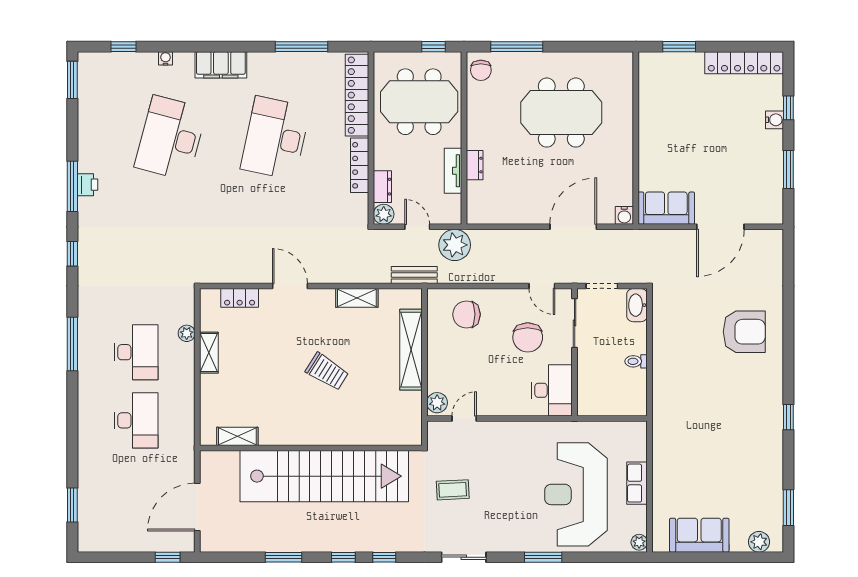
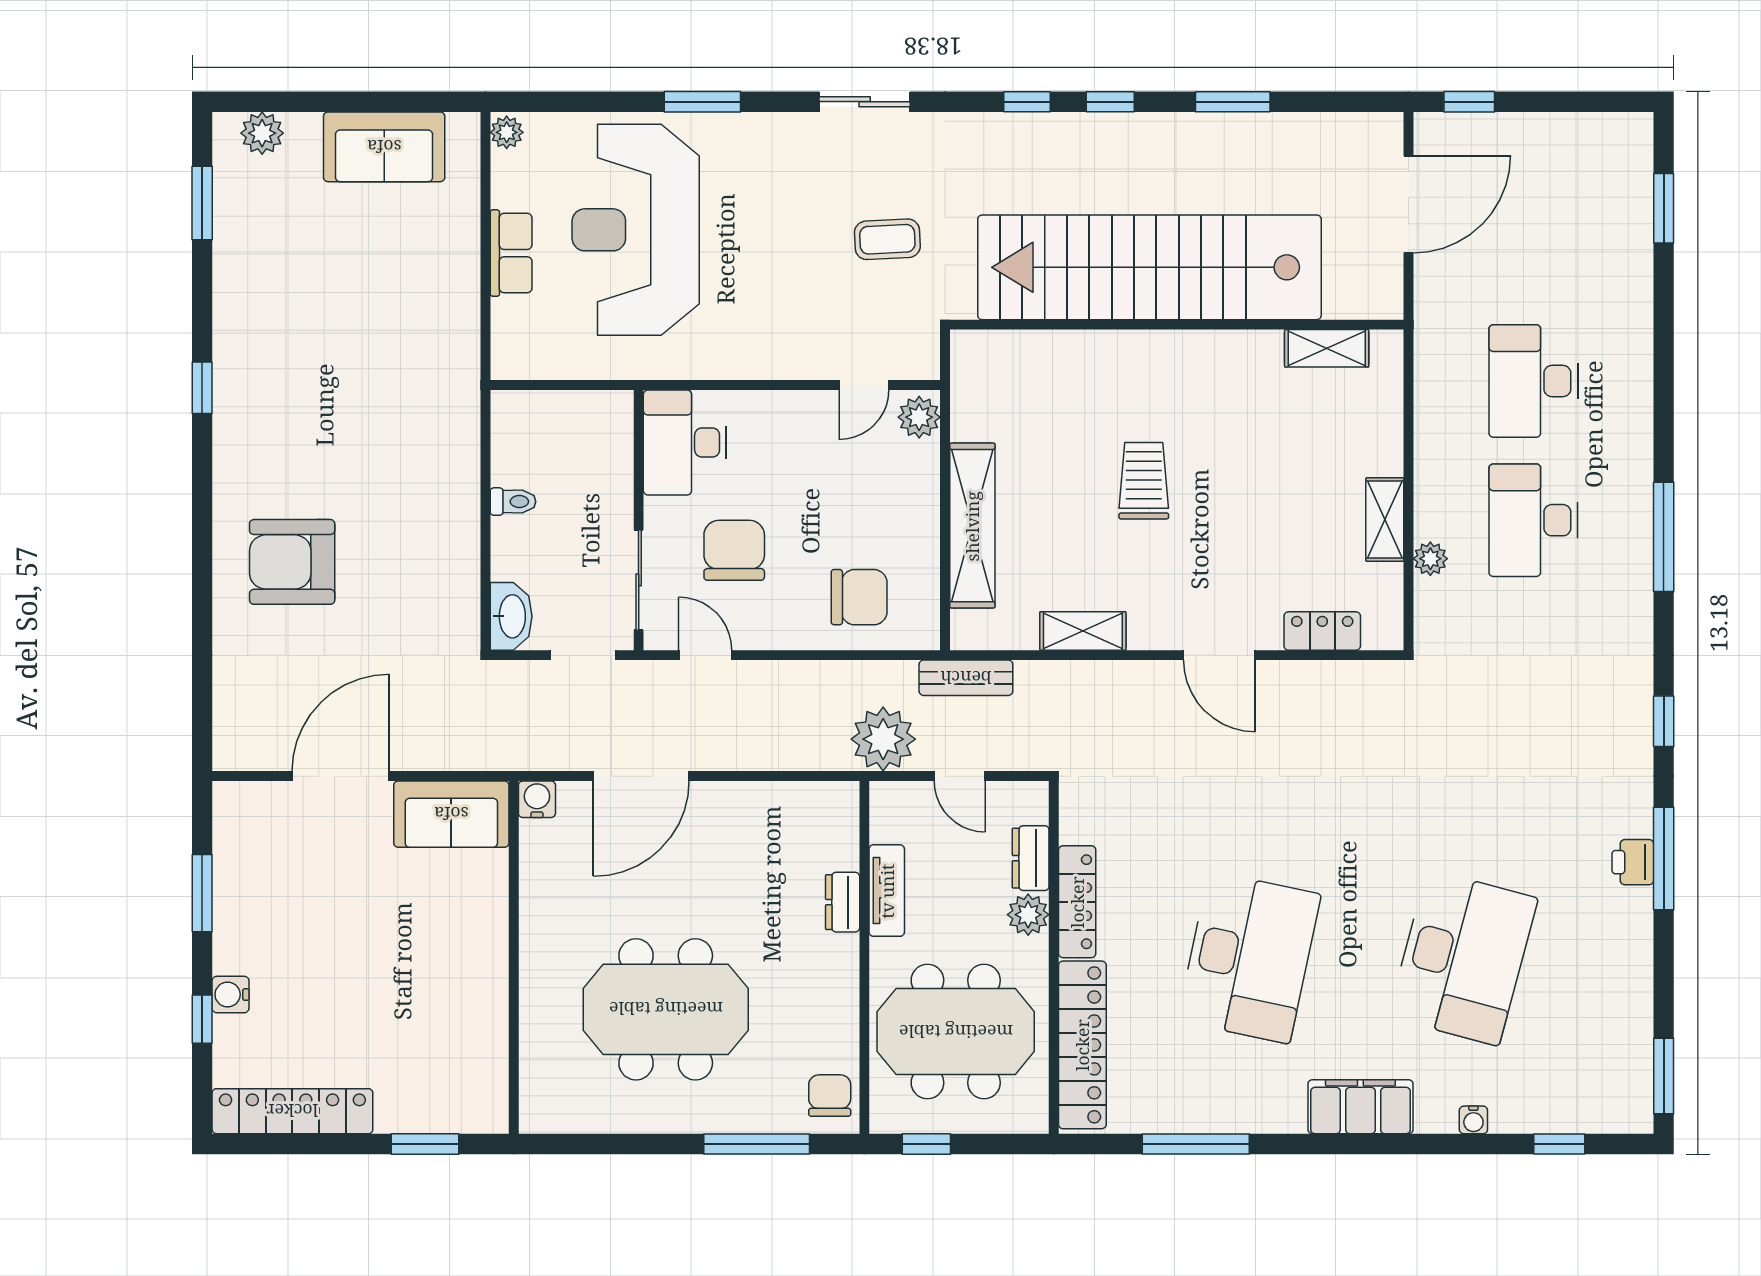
plant: (384, 214) -> (1028, 915), moved
trolley: (327, 372) -> (1144, 481), turned 58
reception desk: (576, 494) -> (636, 230), turned 180

